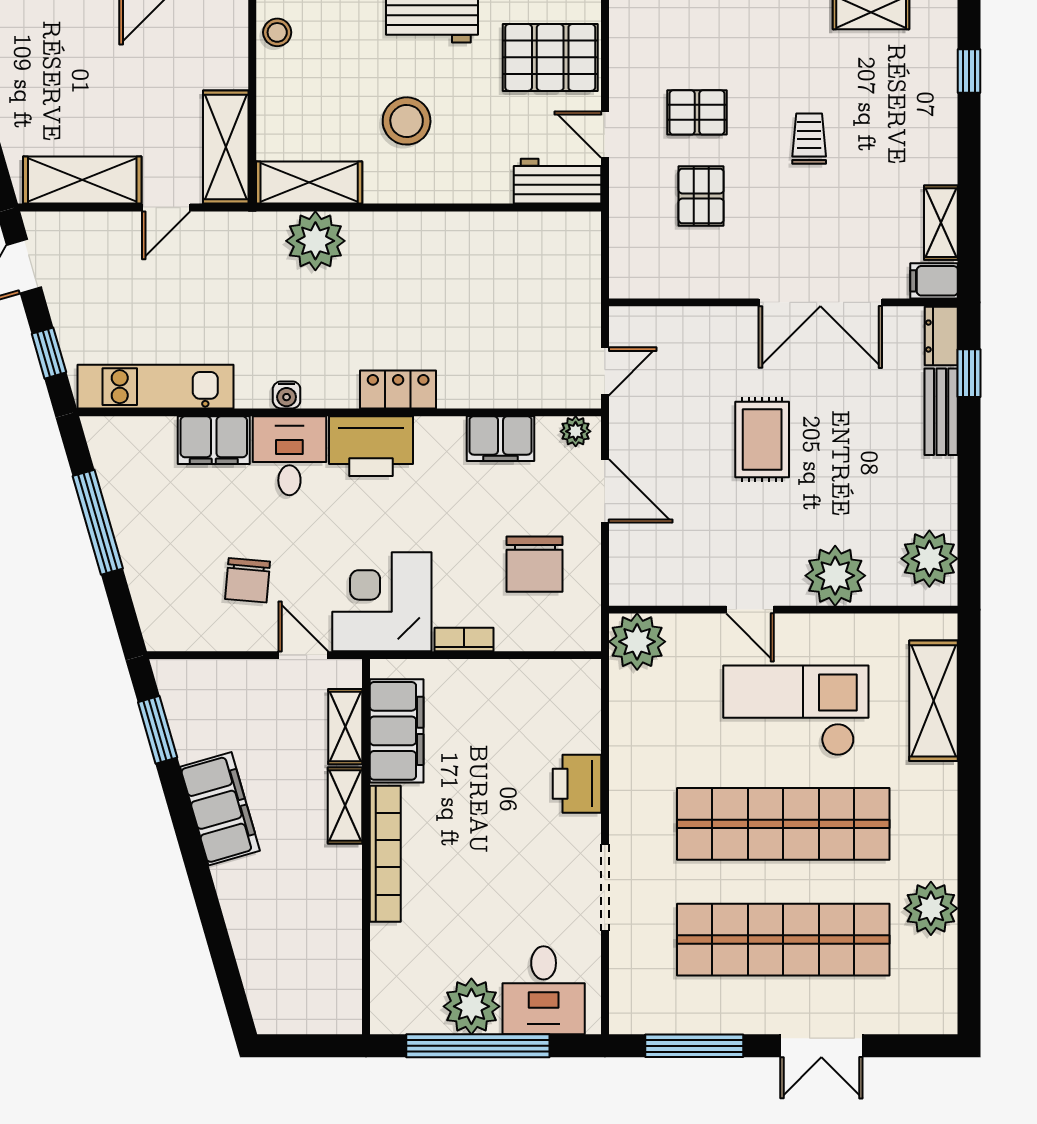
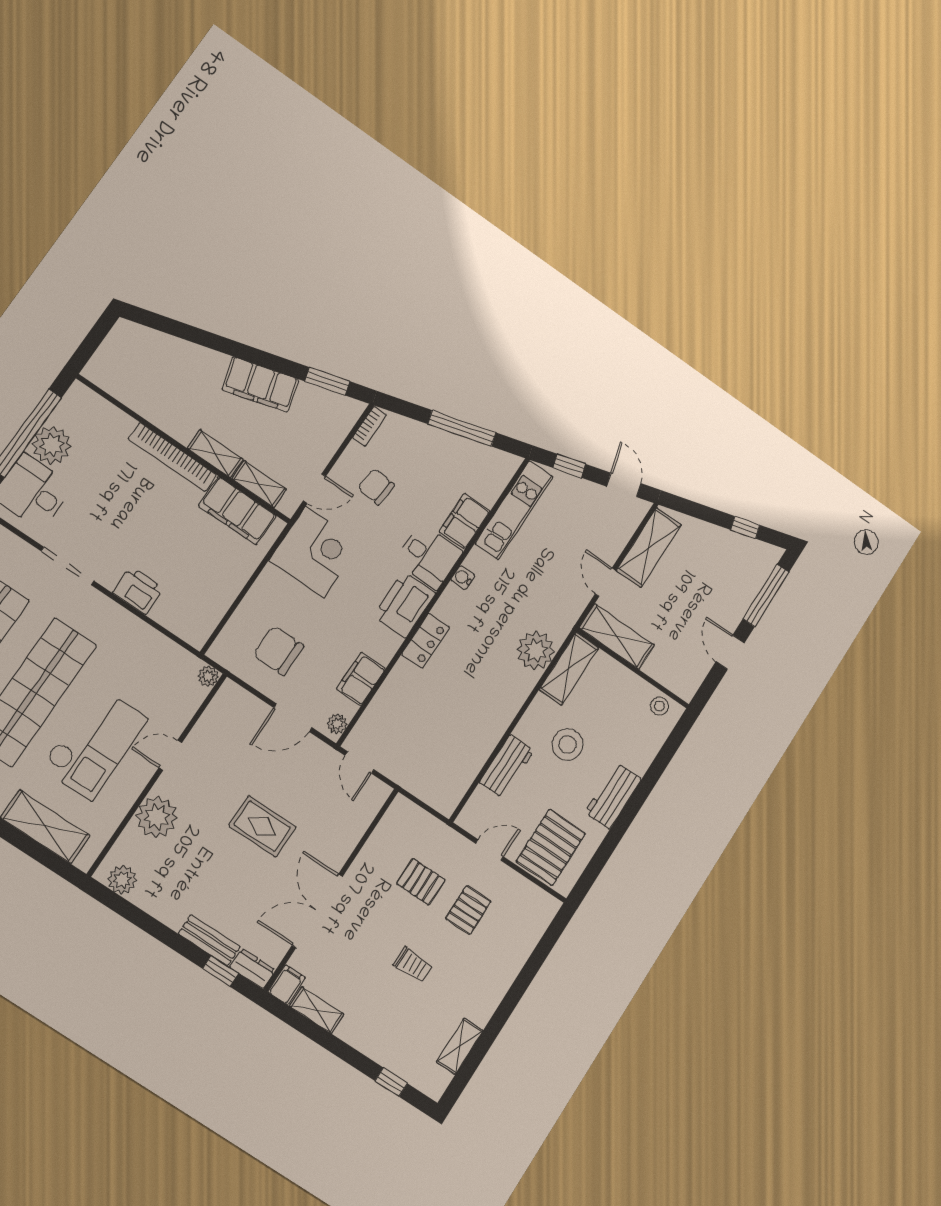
workbench: (557, 181) -> (507, 766), moved
plant: (929, 559) -> (122, 880), width x0.73, depth x0.73
bookcase: (464, 640) -> (370, 426), moved
plant: (637, 642) -> (208, 676), width x0.53, depth x0.53

